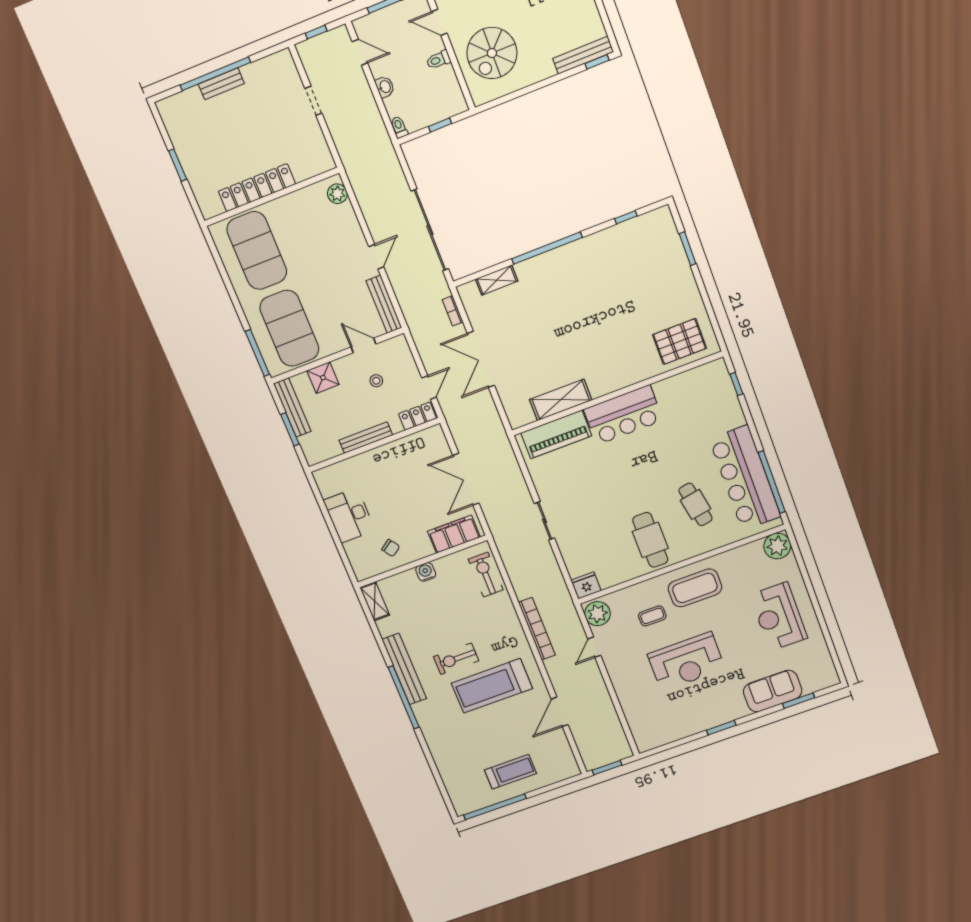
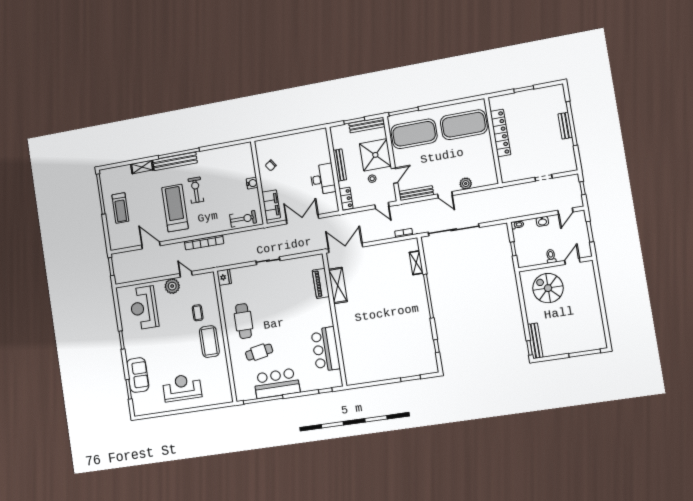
plant: (337, 194) -> (466, 184), moved
pallet: (680, 341) -> (357, 362), removed
double door: (481, 359) -> (345, 248), moved
shower: (323, 378) -> (375, 155), width x1.86, depth x1.86
door: (429, 388) -> (382, 206), moved
bar counter: (623, 415) -> (326, 349), moved
piano: (556, 434) -> (321, 283), width x0.73, depth x0.75
bar counter: (745, 478) -> (277, 383), width x0.73
desk: (349, 515) -> (323, 179), moved, turned 90
cafe table: (650, 540) -> (244, 321), turned 90
plant: (777, 546) -> (224, 395), removed
shelving: (375, 601) -> (142, 167), moved
plant: (598, 614) -> (172, 286), moved
reception desk: (686, 662) -> (144, 308), moved
bench: (404, 669) -> (175, 161), moved

